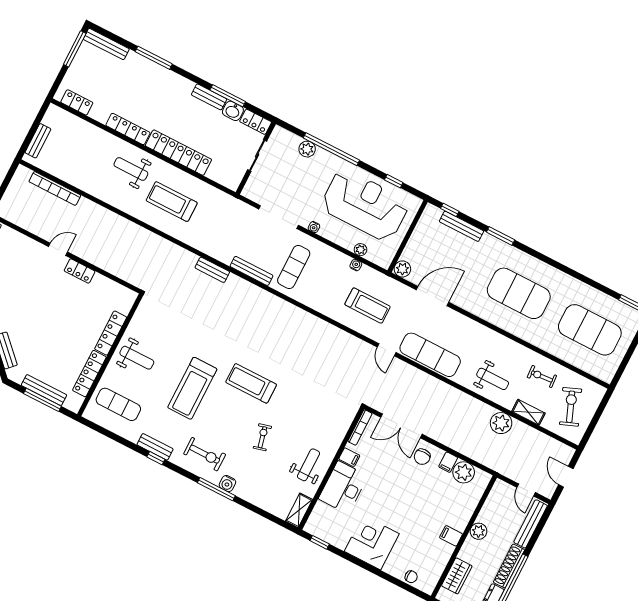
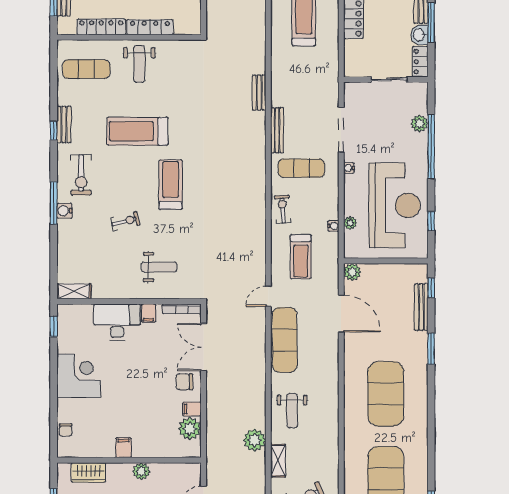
exercise bike: (542, 376) -> (283, 209), moved
exercise mat: (118, 404) -> (86, 69), turned 90
weight bench: (309, 465) -> (159, 267), moved

